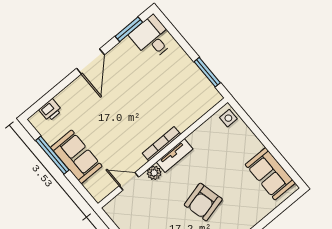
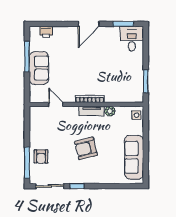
plant: (154, 173) -> (110, 111), moved
sofa: (270, 174) -> (134, 157), width x1.36

